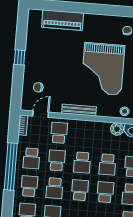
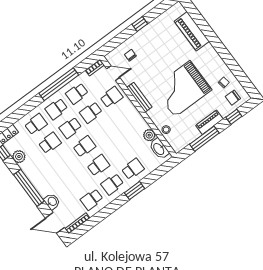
school desk: (57, 160) -> (91, 112), turned 180
school desk: (82, 162) -> (105, 131), removed
school desk: (107, 165) -> (119, 150), removed
school desk: (29, 186) -> (56, 109), turned 180

